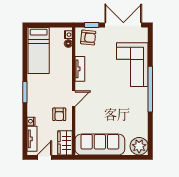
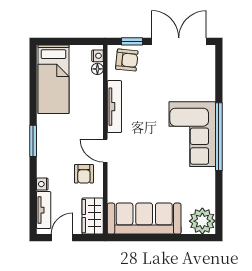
corner sofa: (132, 65) -> (192, 134), moved
tv unit: (80, 69) -> (114, 107), width x1.41
door: (74, 99) -> (105, 151), swing flipped

